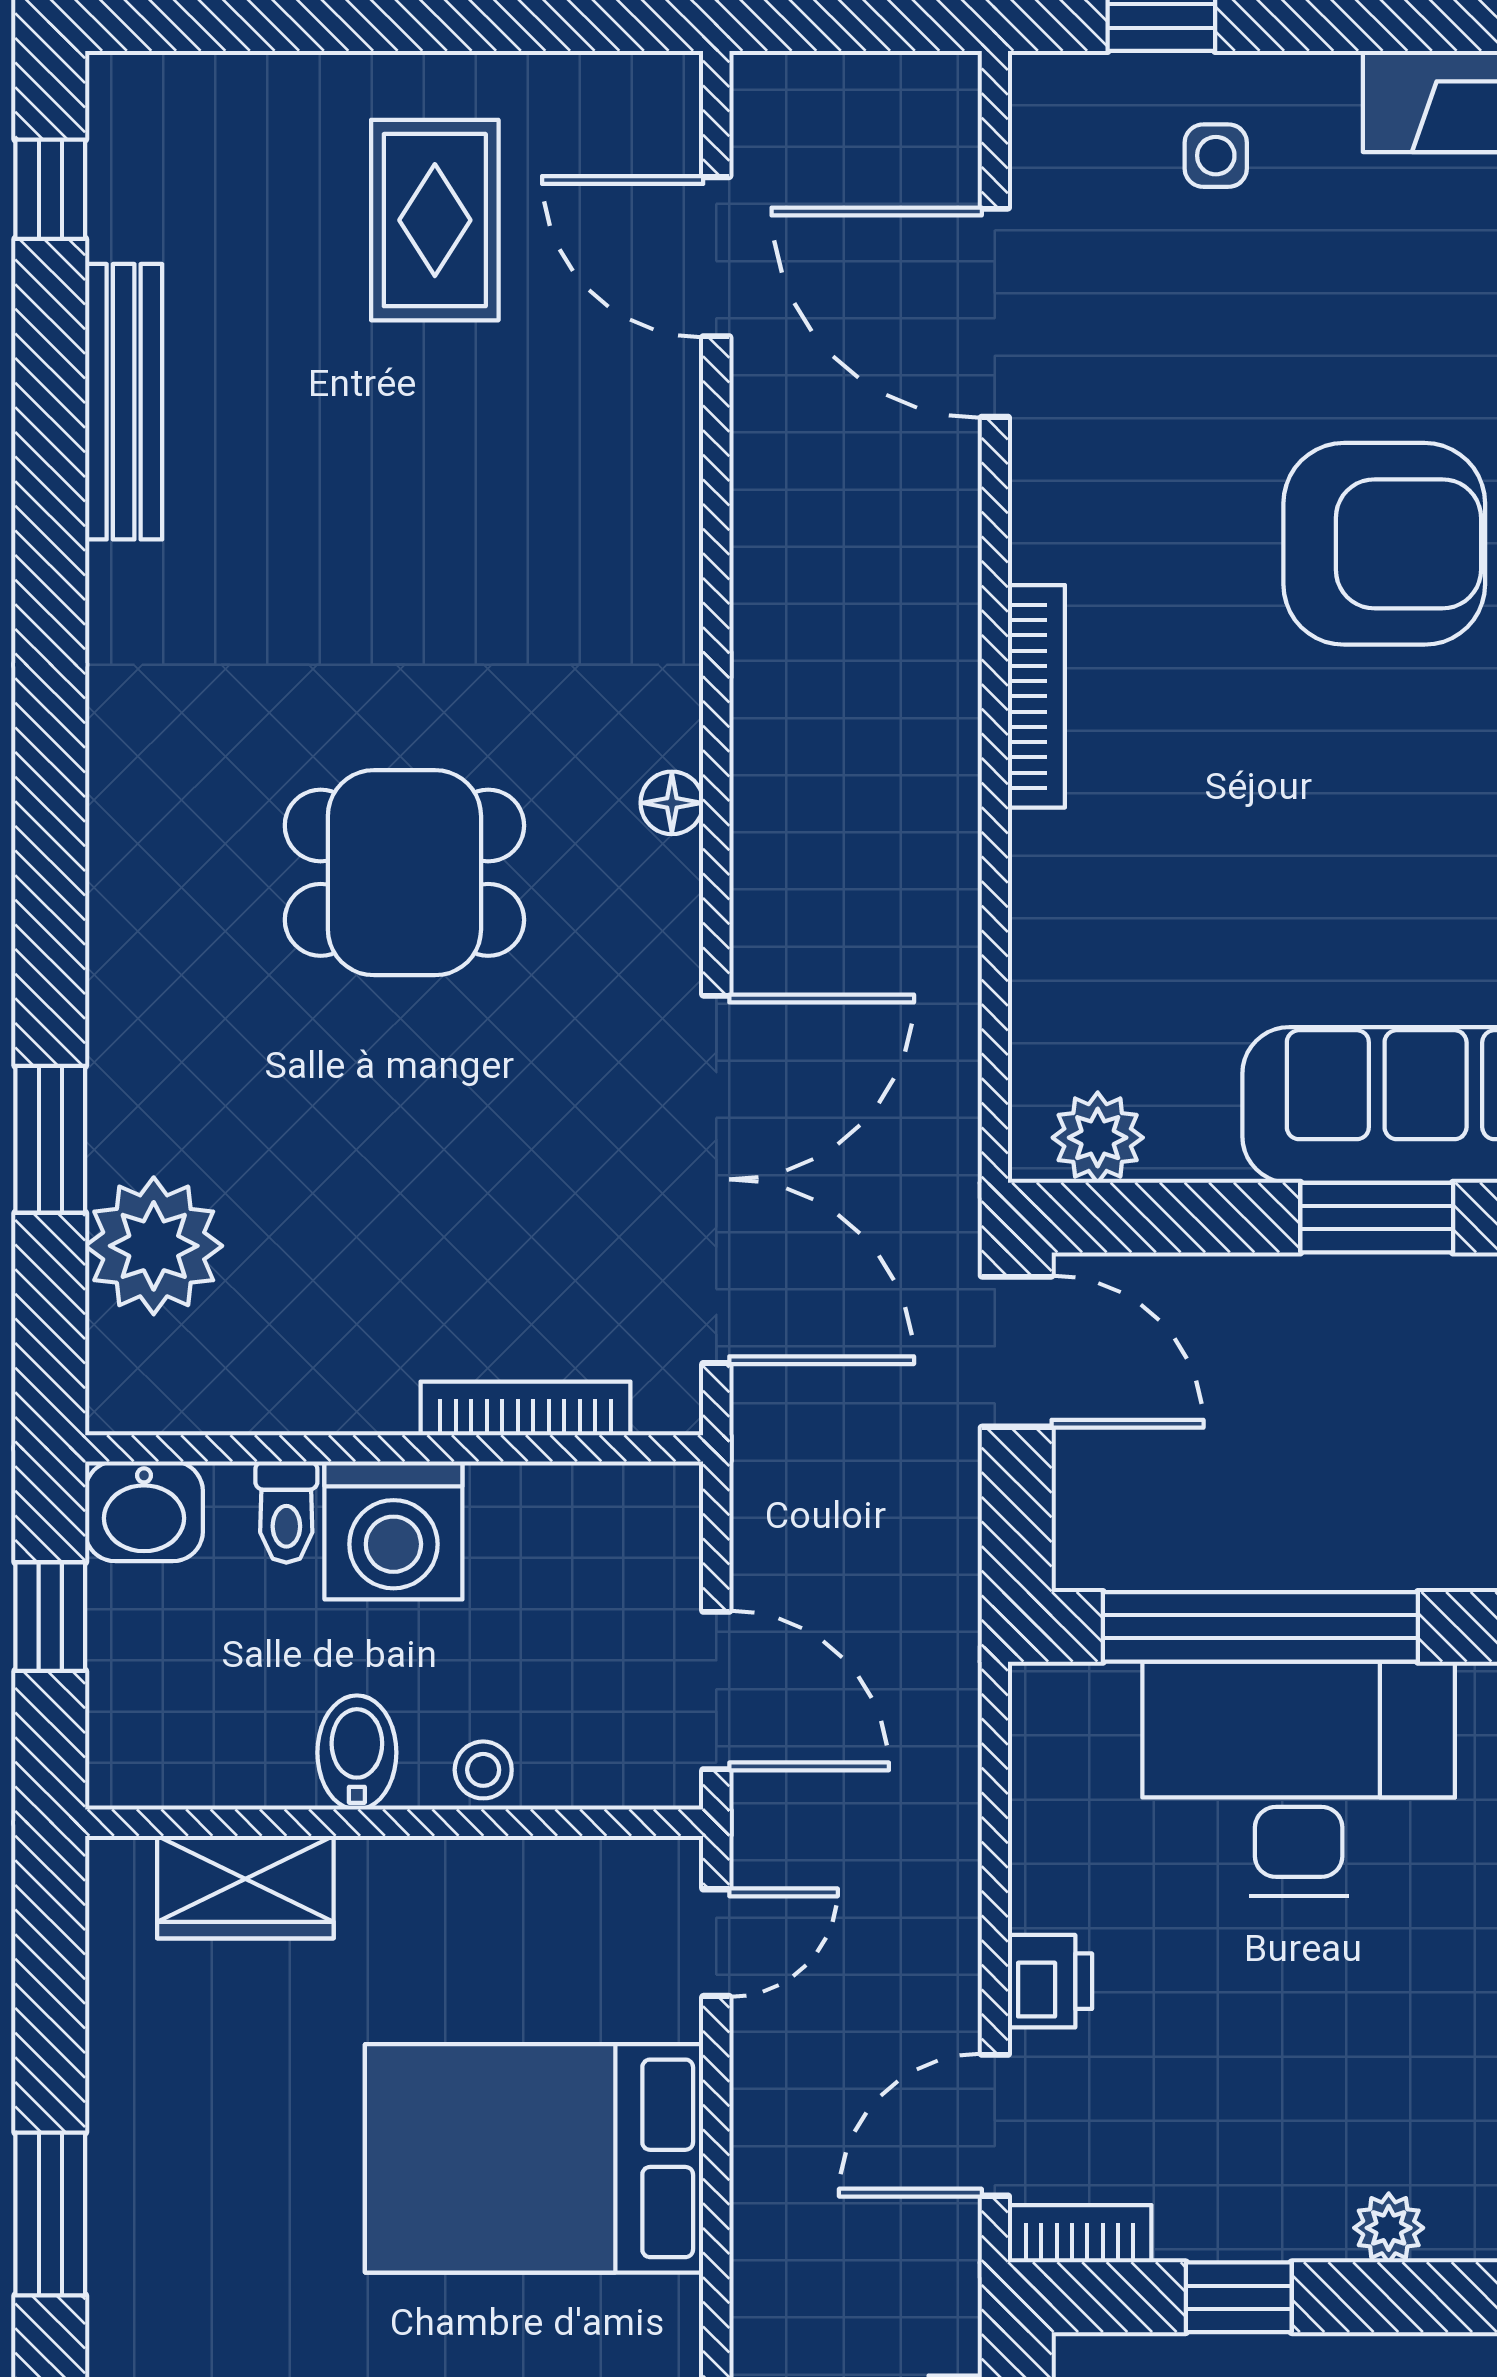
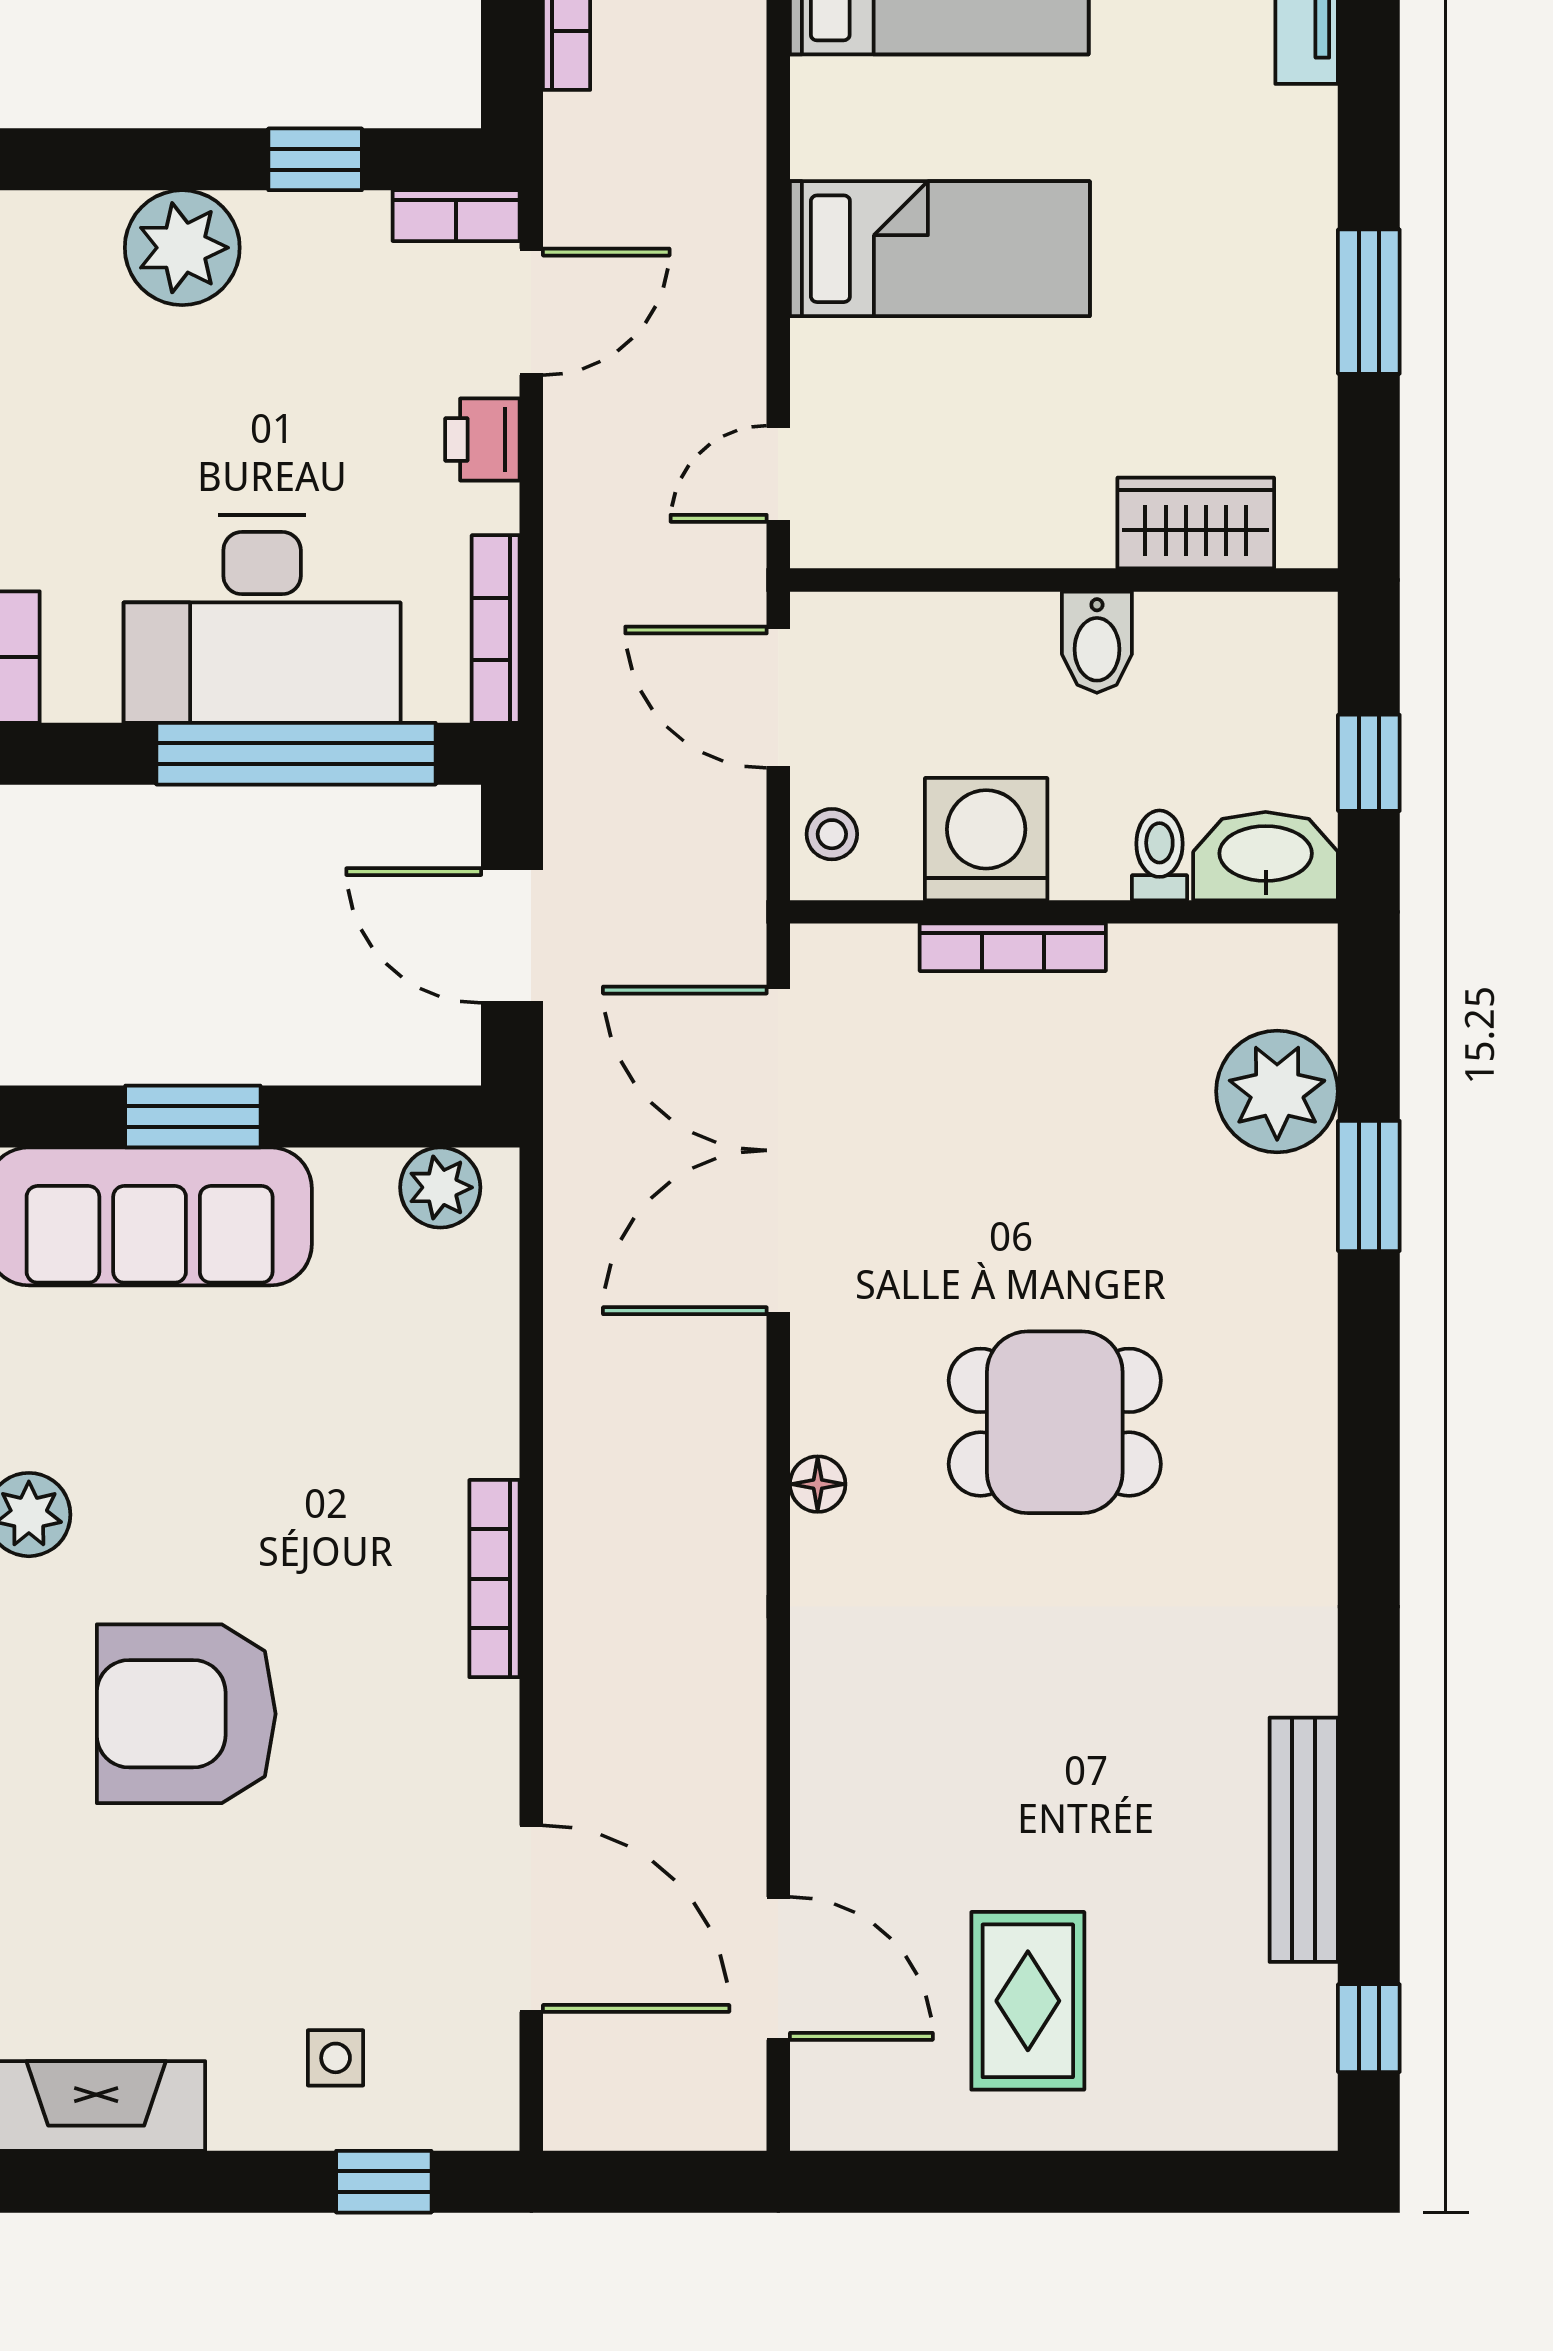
door: (1017, 1352) -> (512, 936), moved
bookcase: (525, 1408) -> (1013, 947), moved
washbasin: (144, 1511) -> (1266, 856), width x1.38
washing machine: (393, 1530) -> (986, 839), moved
bookcase: (1035, 1767) -> (496, 629), added
stool: (483, 1770) -> (832, 834), moved
bed: (534, 2158) -> (940, 249), width x0.67
window: (50, 2214) -> (1369, 302), moved
plant: (1389, 2228) -> (182, 248), width x1.88, depth x1.88

